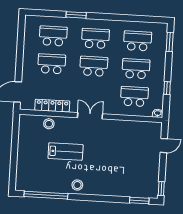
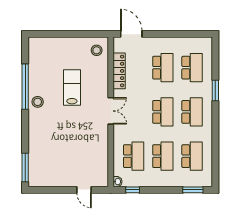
window: (167, 88) -> (133, 190), moved
stool: (49, 124) -> (97, 50), moved
lab bench: (66, 152) -> (72, 87), turned 180
window: (161, 188) -> (39, 190), removed
window: (46, 195) -> (25, 87), moved
window: (139, 200) -> (25, 167), width x1.44

